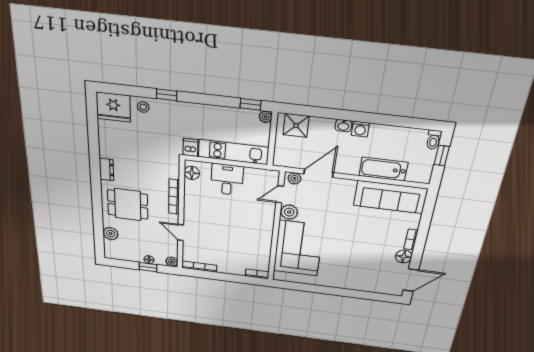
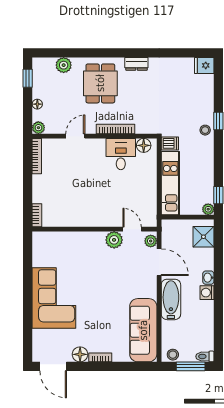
fridge: (113, 107) -> (204, 65), width x0.53, depth x0.75
stool: (143, 107) -> (205, 130), moved
window: (442, 156) -> (191, 366), width x1.50
bathtub: (383, 169) -> (171, 299), moved
stool: (424, 172) -> (173, 355), added
desk: (227, 180) -> (121, 154), moved, turned -90
corner sofa: (298, 248) -> (54, 298), moved, turned -90
window: (148, 267) -> (28, 78), moved

